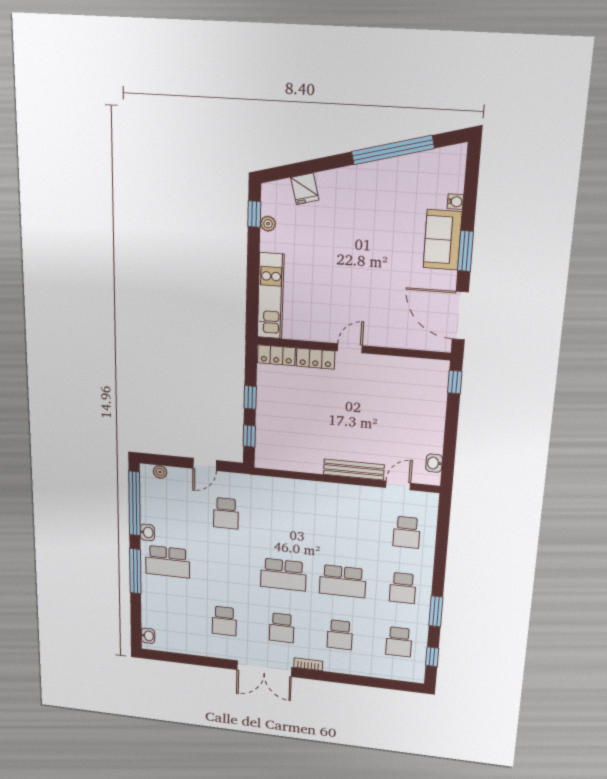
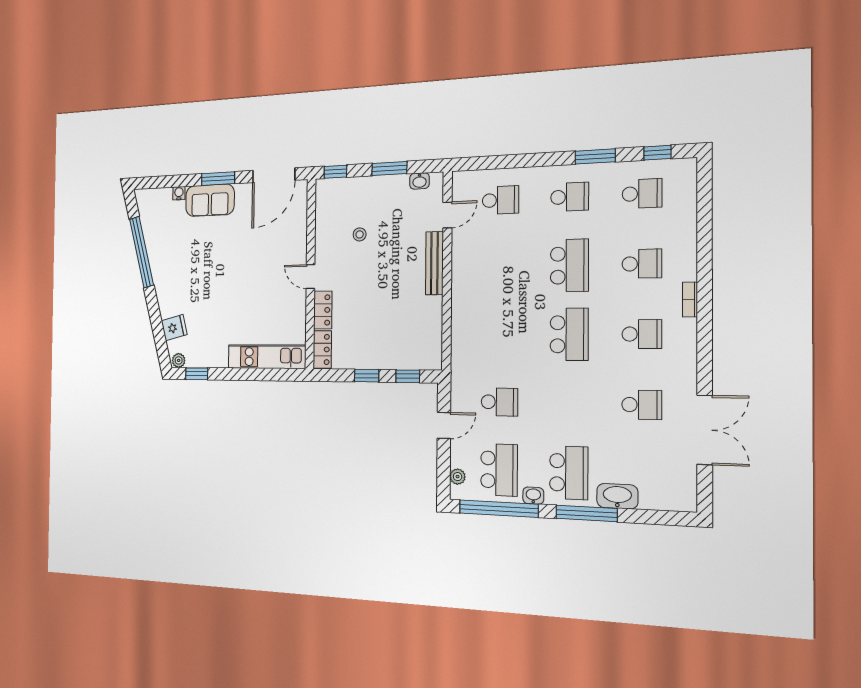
plant: (268, 224) -> (179, 360), moved
stool: (388, 401) -> (360, 234), added
window: (450, 436) -> (389, 169), added
door: (205, 464) -> (444, 425), hinge flipped
door: (398, 485) -> (447, 215), swing flipped
school desk: (168, 507) -> (499, 470), added
washbasin: (148, 636) -> (617, 496), moved, width x1.91, depth x1.45
double door: (264, 669) -> (705, 430), moved

